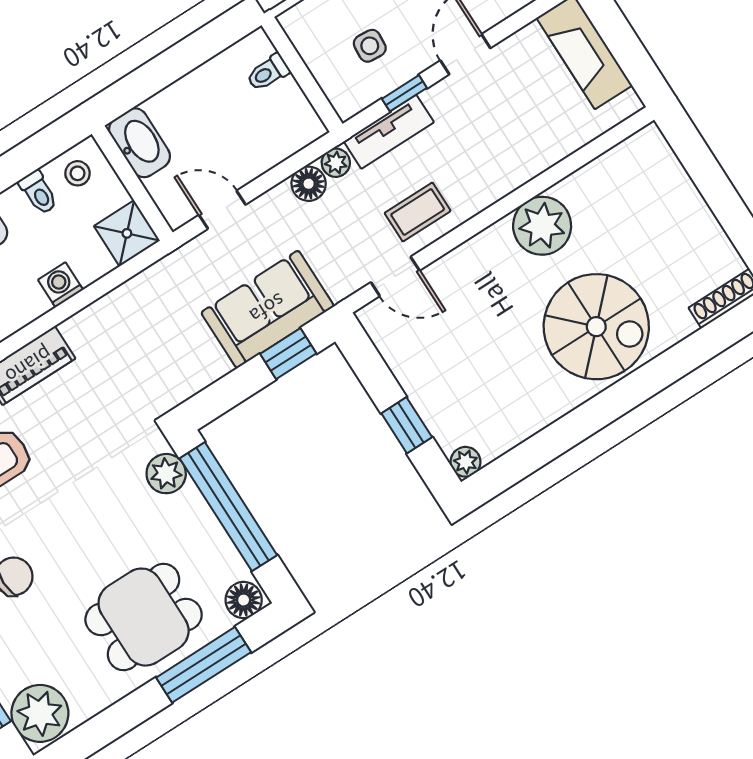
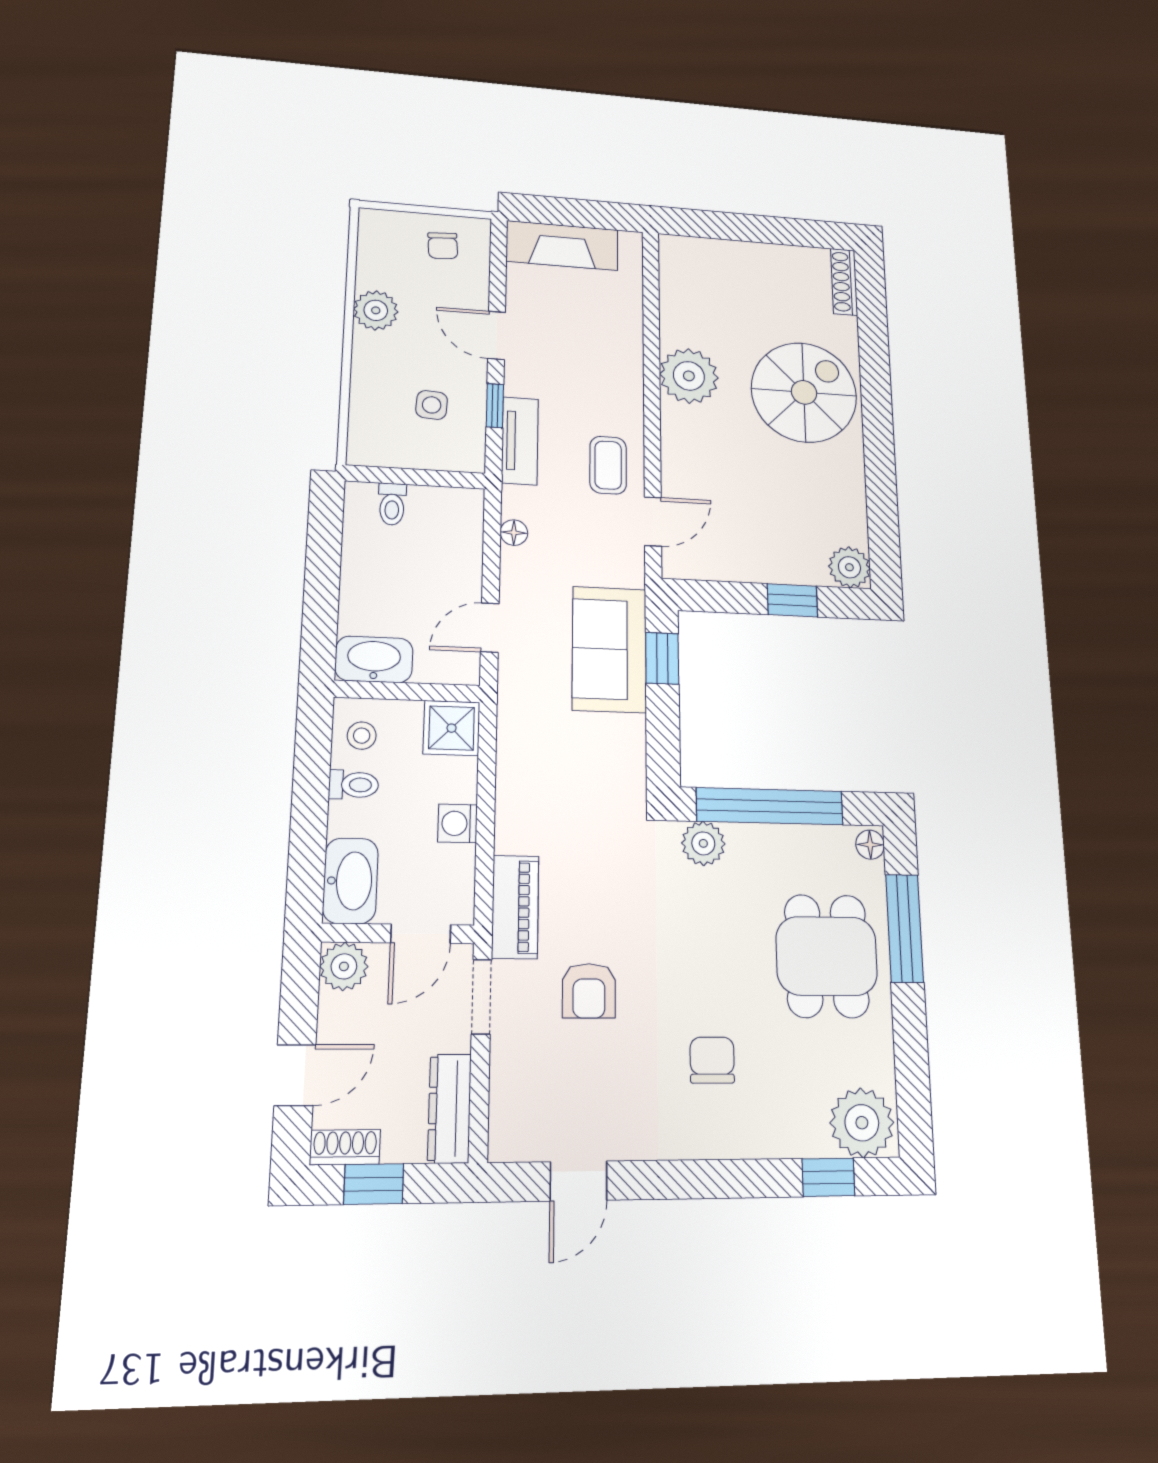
plant: (336, 163) -> (516, 502), removed
floor lamp: (309, 184) -> (514, 533), width x0.73, depth x0.73
plant: (466, 462) -> (849, 567), width x1.38, depth x1.38
floor lamp: (244, 600) -> (870, 845), width x0.73, depth x0.73

